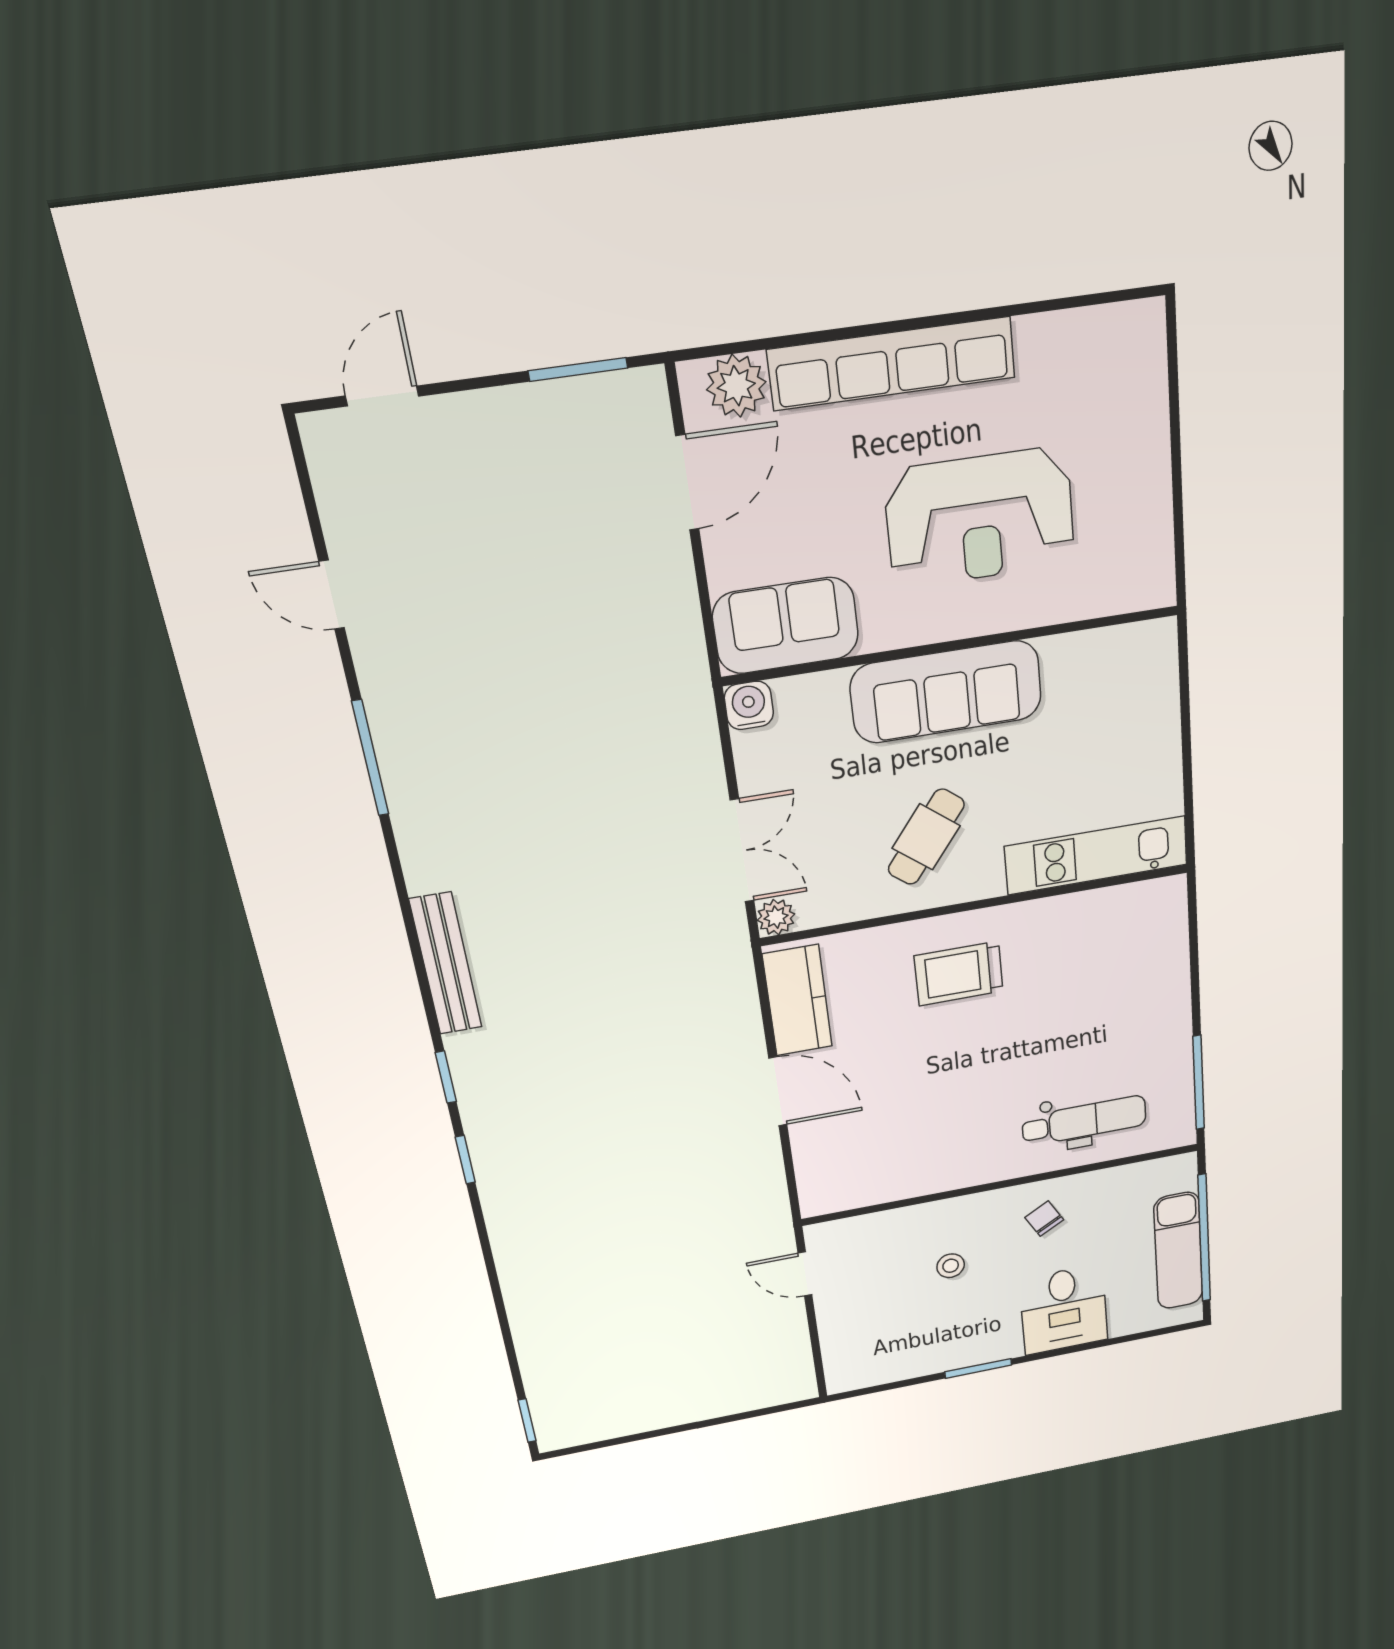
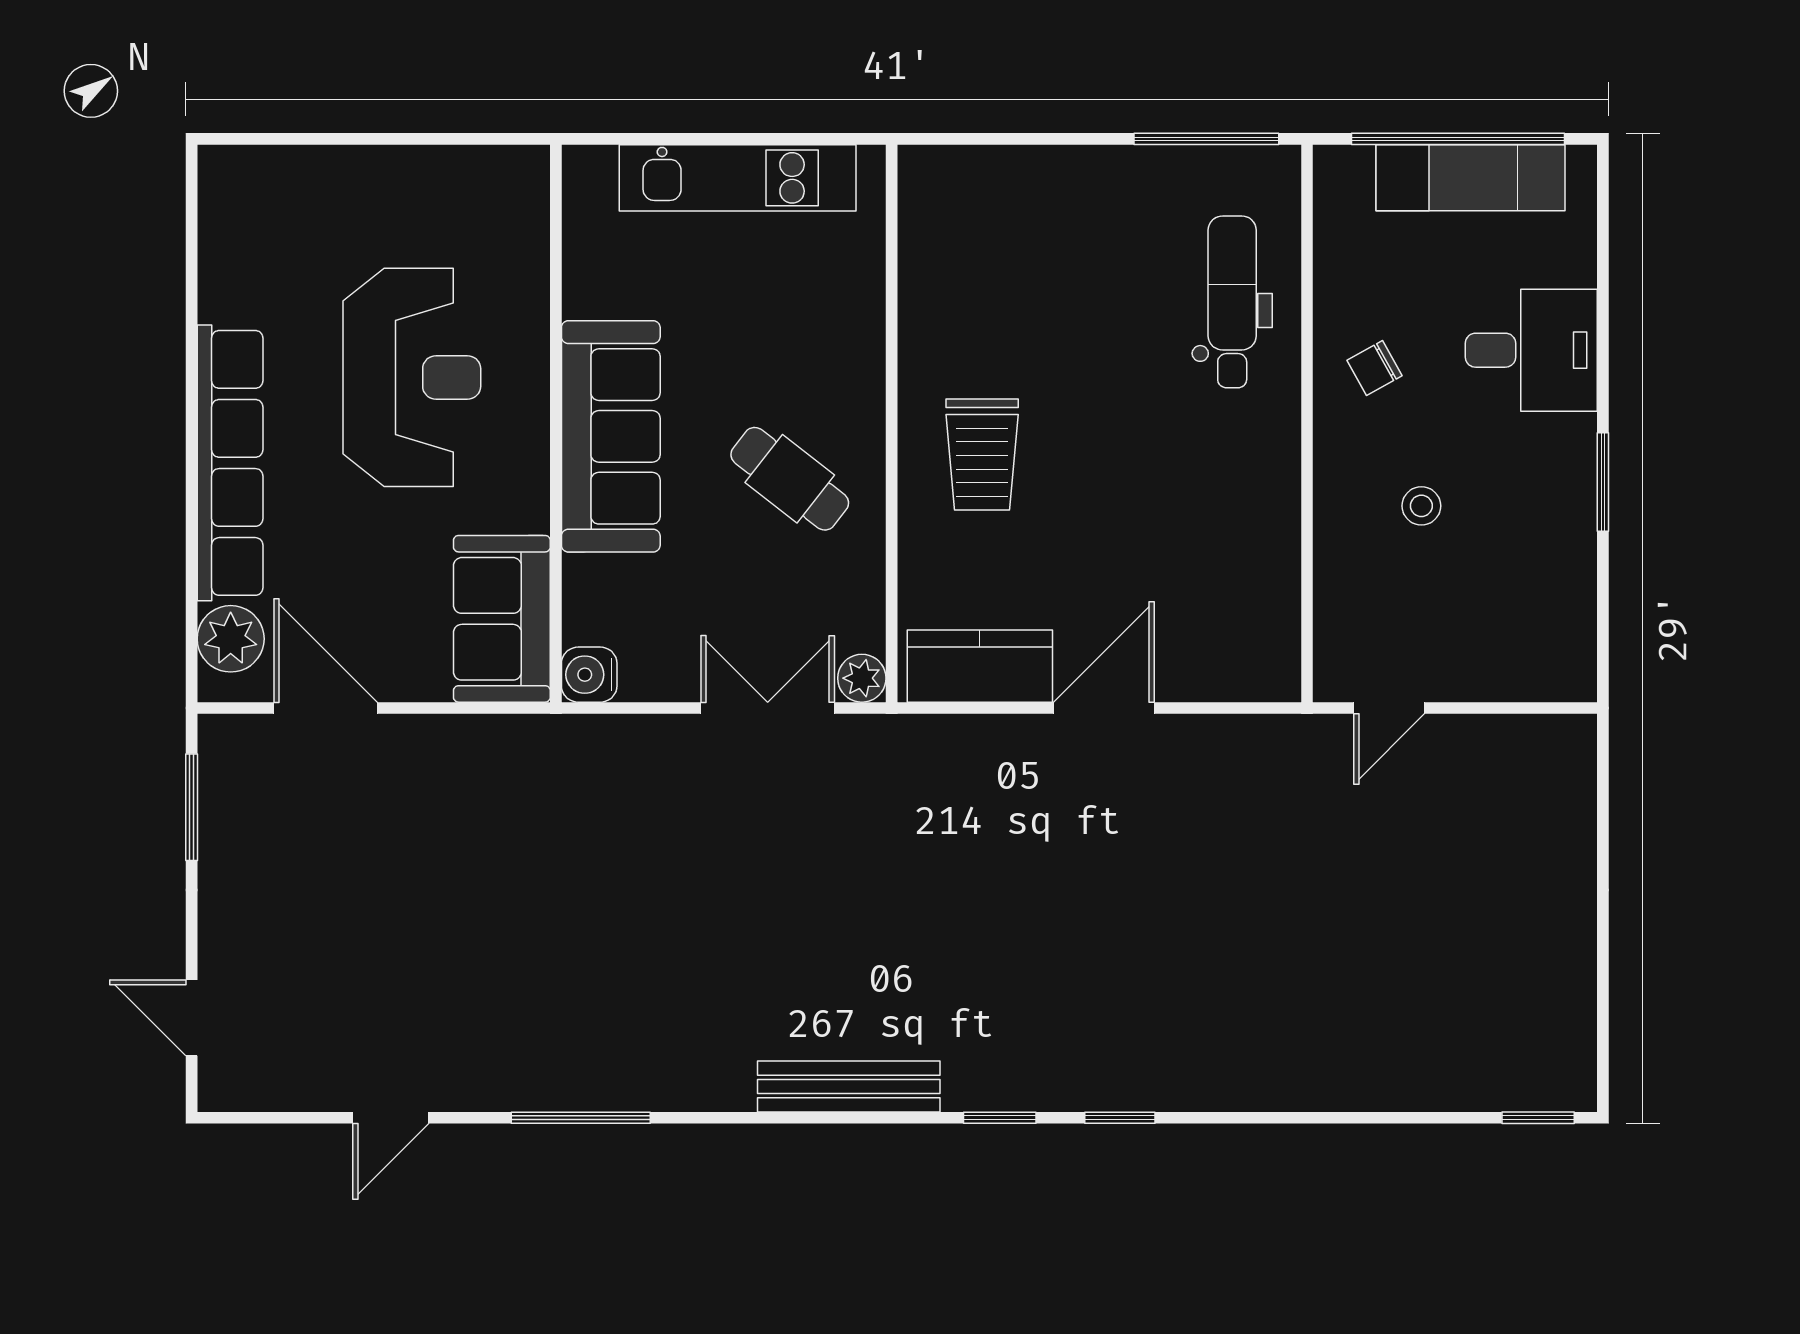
kitchen unit: (1096, 855) -> (738, 178), moved, turned -90

